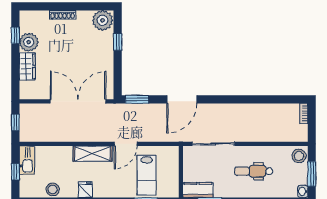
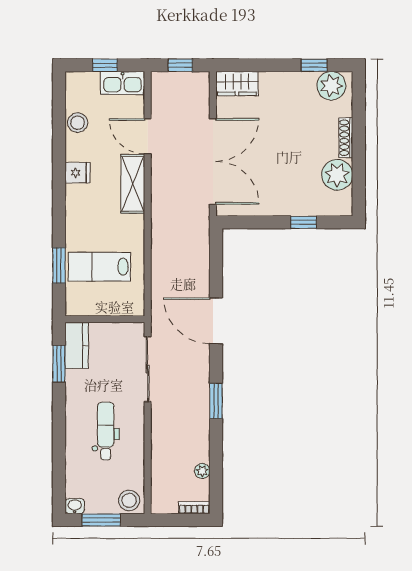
plant: (103, 20) -> (337, 175), moved
plant: (29, 42) -> (331, 86), moved
wardrobe: (27, 66) -> (237, 84), moved
window: (137, 99) -> (216, 401), moved
plant: (280, 108) -> (202, 471), added
door: (126, 144) -> (148, 136), moved

